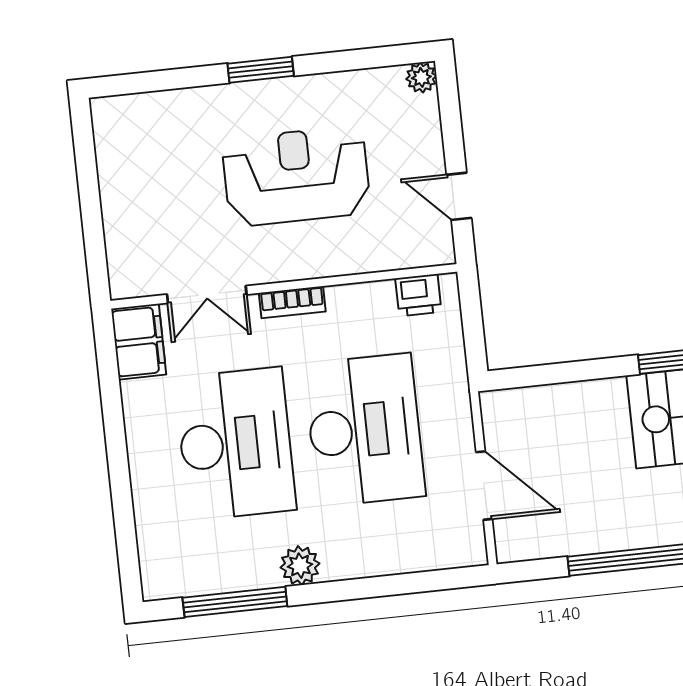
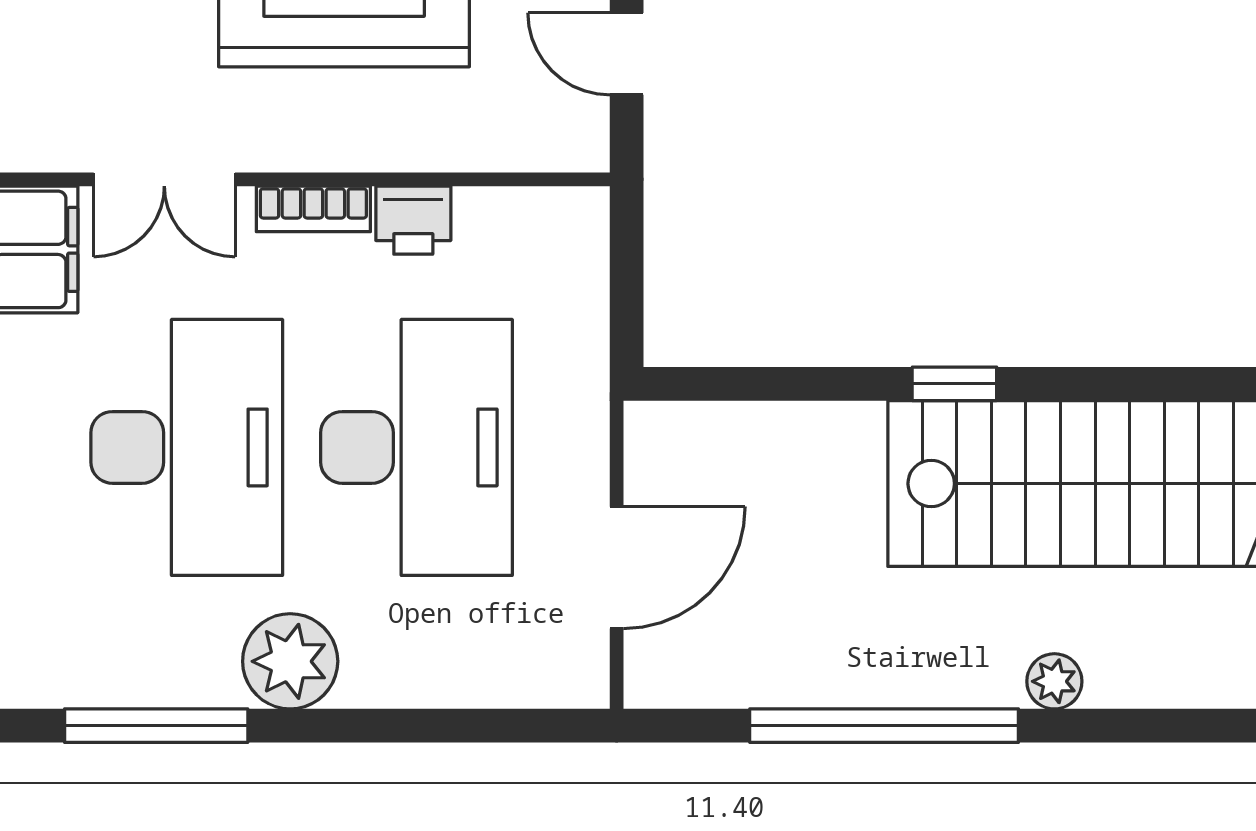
printer: (418, 295) -> (413, 220), moved
door: (484, 486) -> (617, 568), hinge flipped
plant: (300, 566) -> (290, 661), width x1.36, depth x1.36

